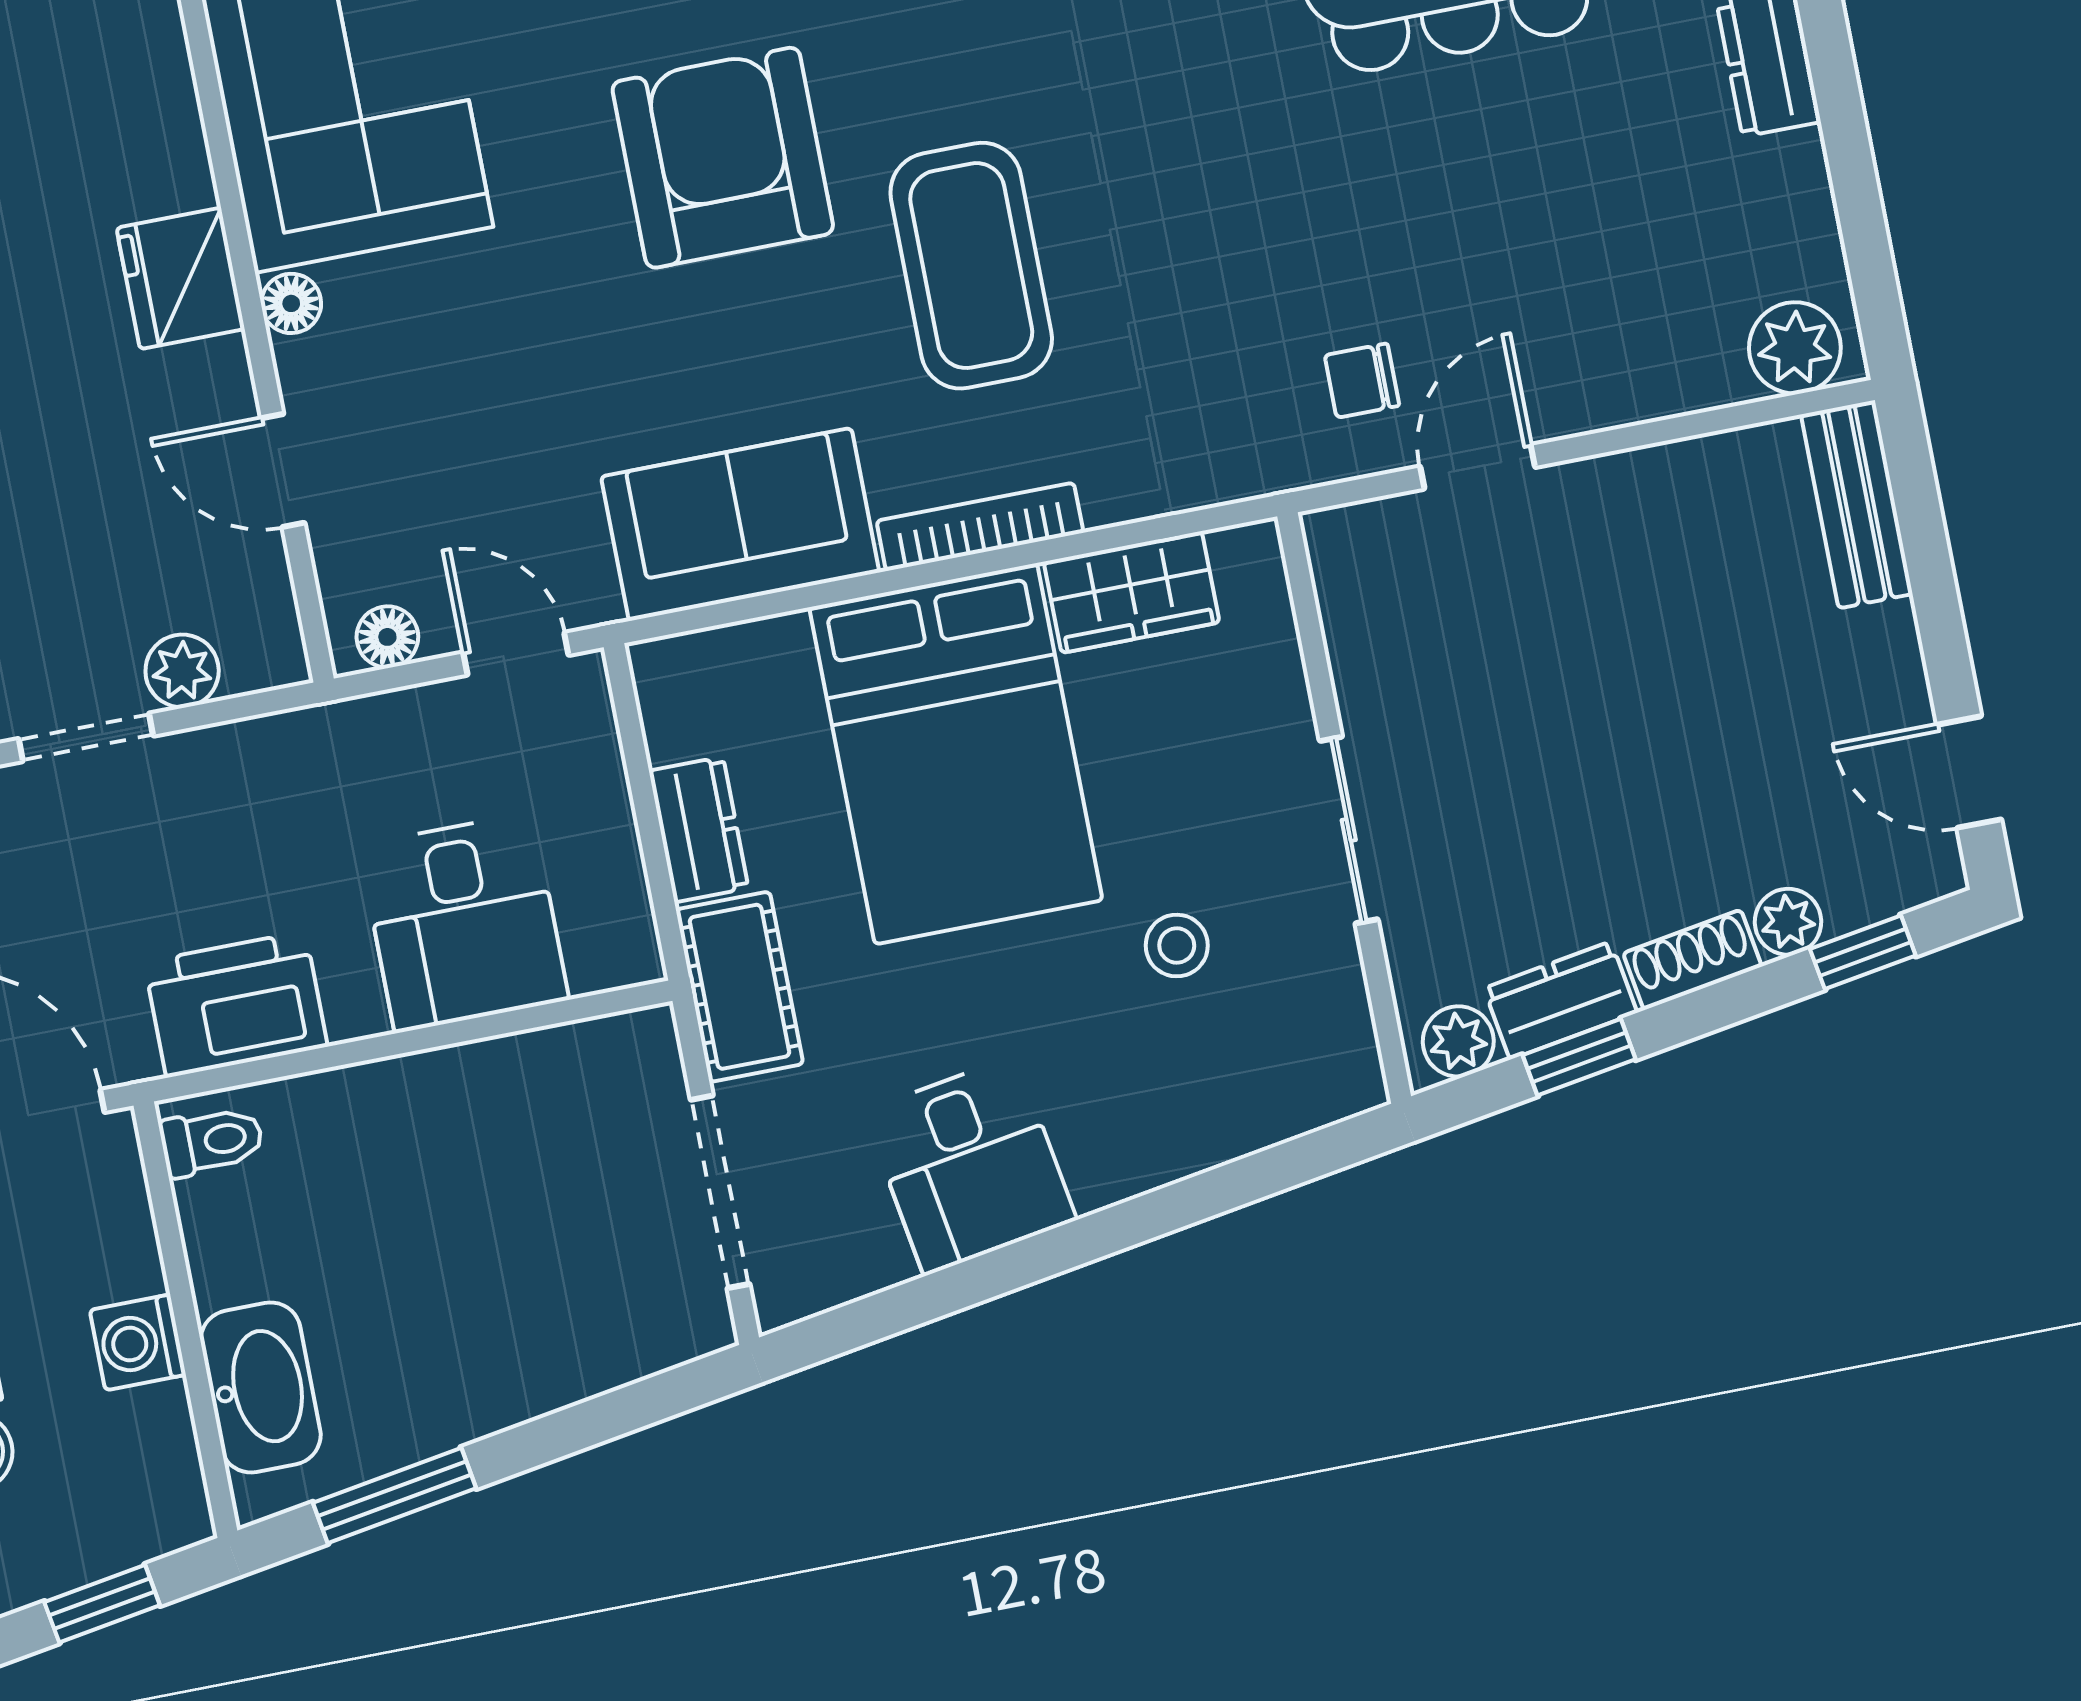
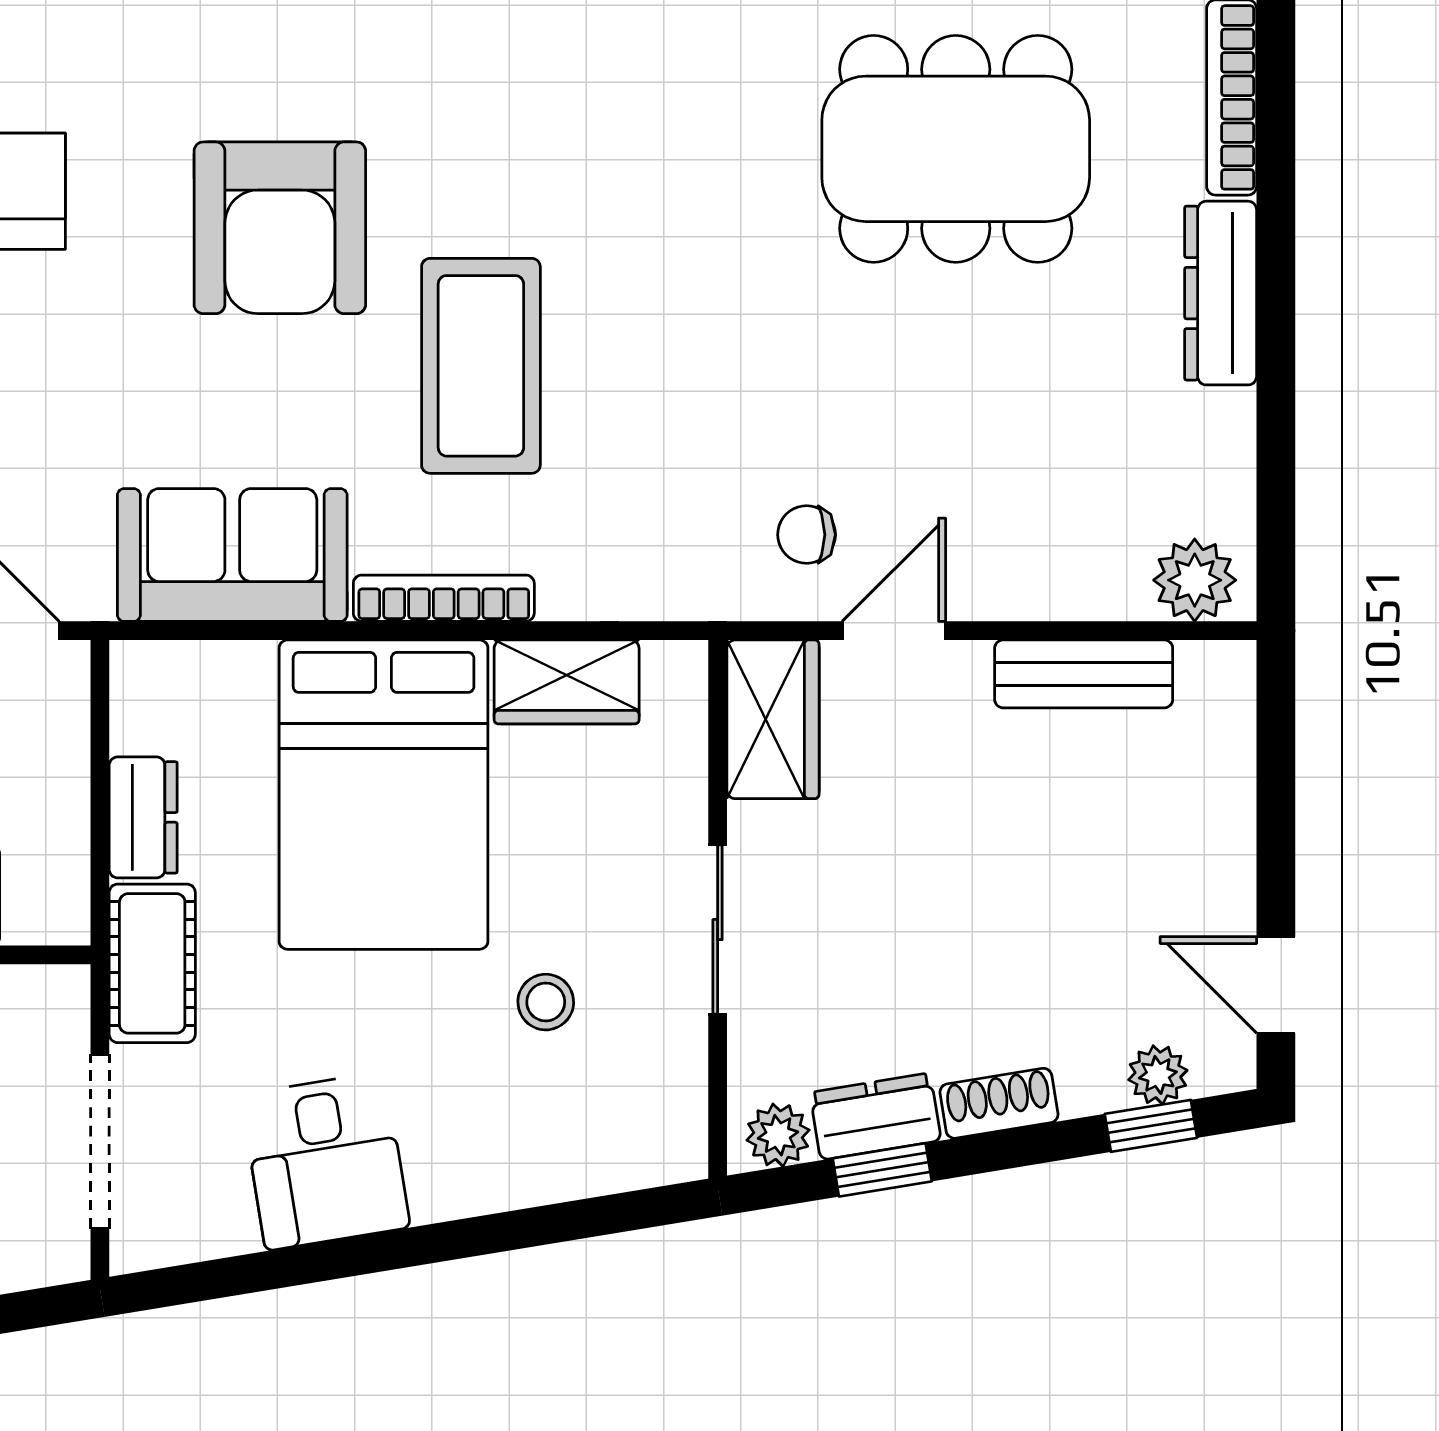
armchair: (723, 158) -> (280, 228), turned 180
bench: (1857, 504) -> (1084, 674), moved, turned 90
wardrobe: (1365, 589) -> (773, 719), added
plant: (1788, 922) -> (1158, 1075), moved

